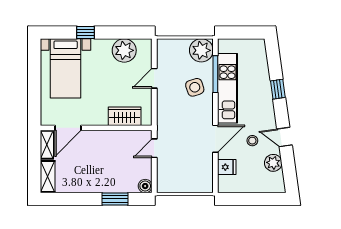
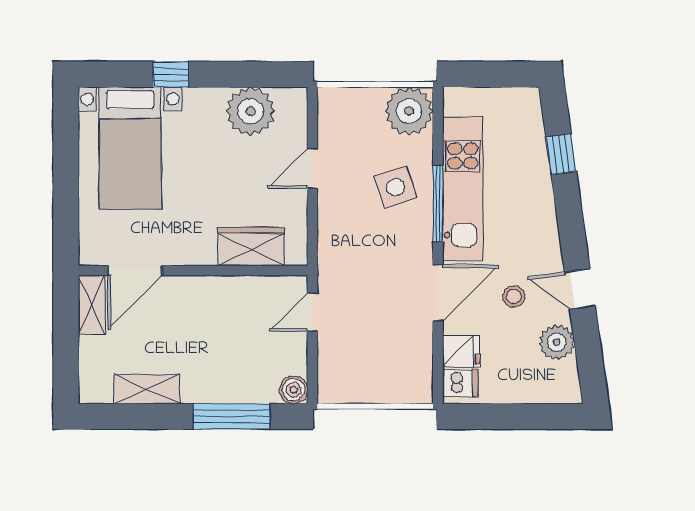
window: (215, 74) -> (438, 204), moved
window: (278, 89) -> (561, 154), moved
shelving: (48, 177) -> (147, 389), moved, turned 90
dishwasher: (226, 183) -> (460, 383), added
window: (115, 199) -> (232, 416), width x1.44

